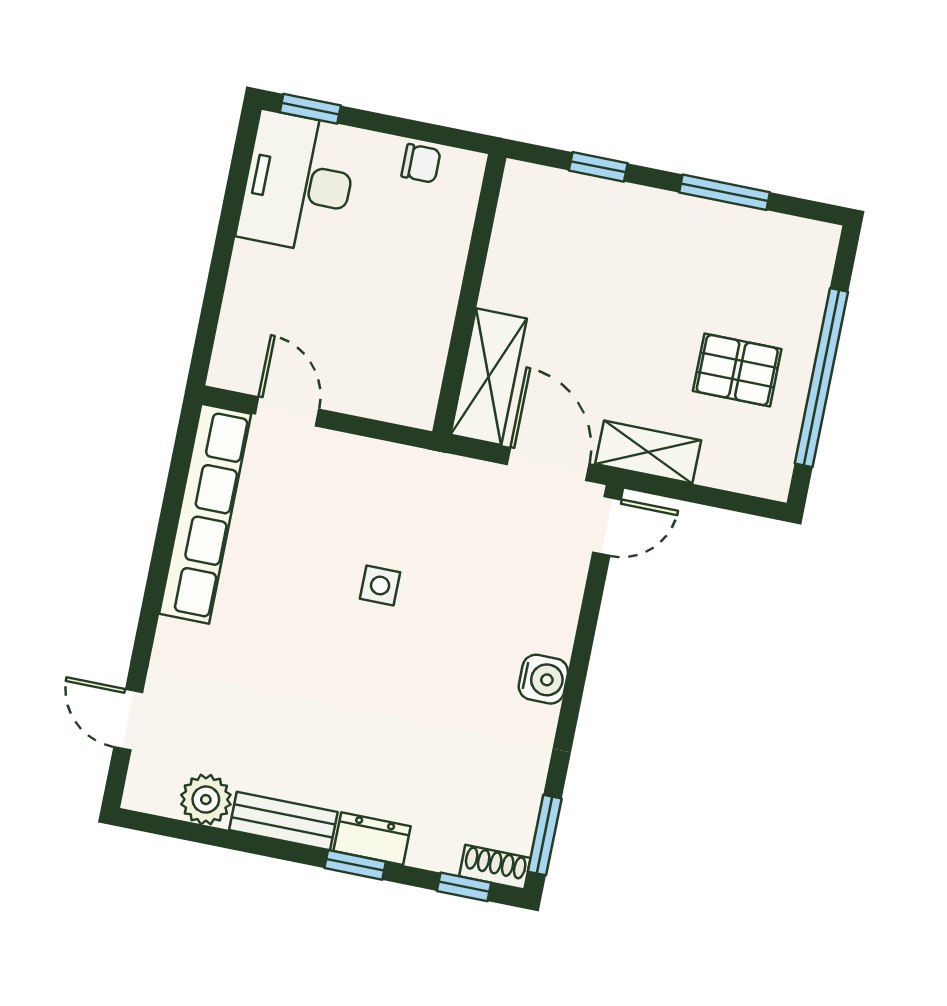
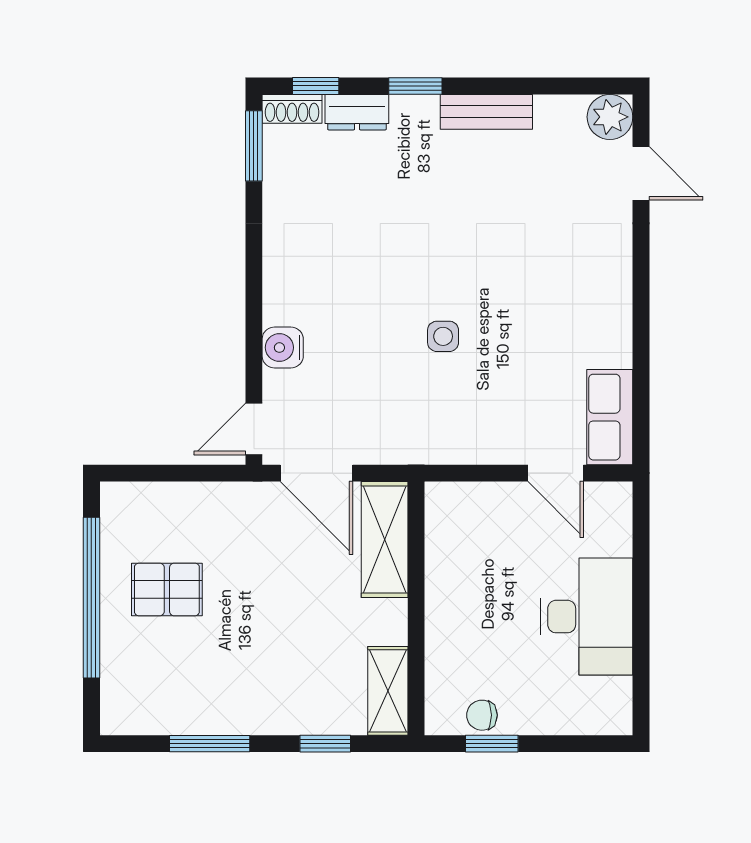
window: (310, 109) -> (492, 744), moved
desk: (298, 182) -> (587, 617), moved
shelving: (648, 452) -> (388, 691), moved, turned 90
row of seats: (205, 514) -> (610, 417), width x0.50
water cooler: (543, 679) -> (283, 348), moved
plant: (206, 800) -> (610, 117), moved
dresser: (372, 839) -> (357, 112), moved

